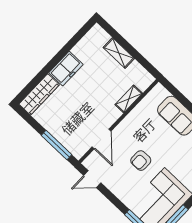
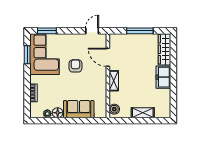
boiler: (143, 83) -> (114, 109), added
shelving: (129, 99) -> (114, 81), moved
window: (56, 145) -> (140, 31), moved

